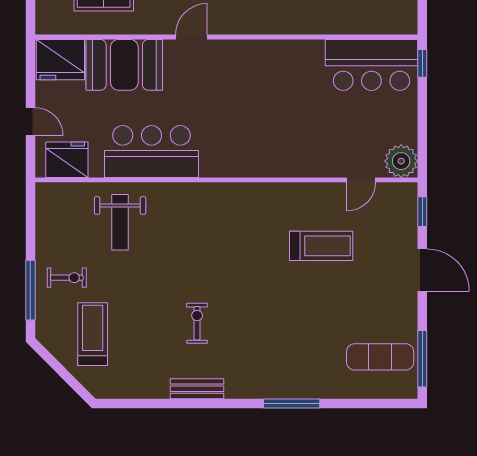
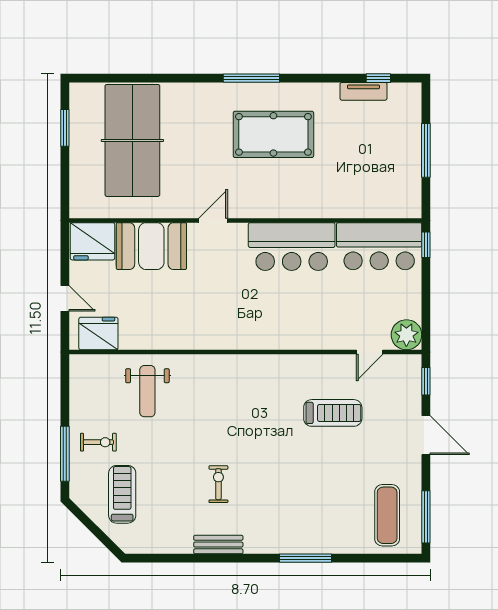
bar counter: (152, 152) -> (292, 247), moved, turned 180
exercise mat: (380, 357) -> (387, 515), turned 90

